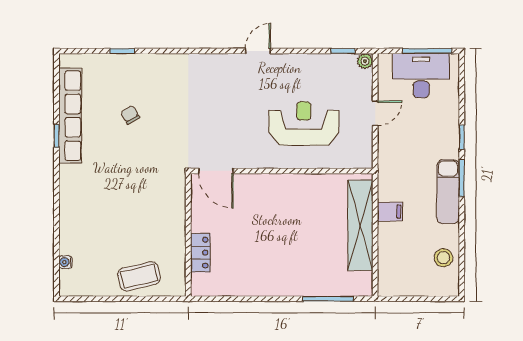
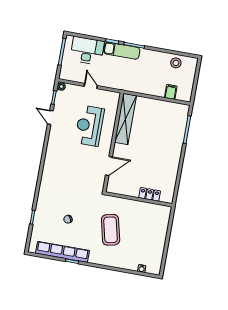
door: (258, 51) -> (50, 117), moved
desk: (421, 76) -> (87, 51), moved, turned 90
door: (216, 171) -> (109, 166), moved
exam couch: (448, 192) -> (122, 51), moved
filing cabinet: (390, 212) -> (171, 92), moved
shelving: (360, 225) -> (125, 119), moved, turned 90
coffee table: (139, 276) -> (111, 230), moved, width x1.36, depth x1.32

